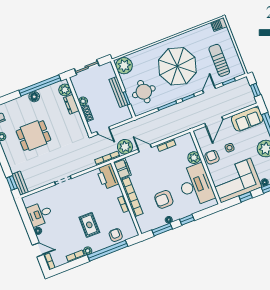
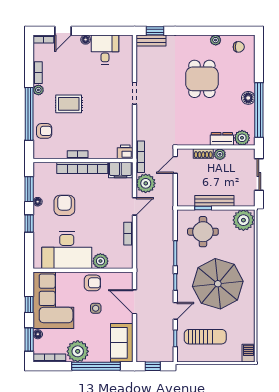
door: (209, 89) -> (175, 311), hinge flipped
printer: (107, 176) -> (125, 152), width x0.53, depth x0.68

